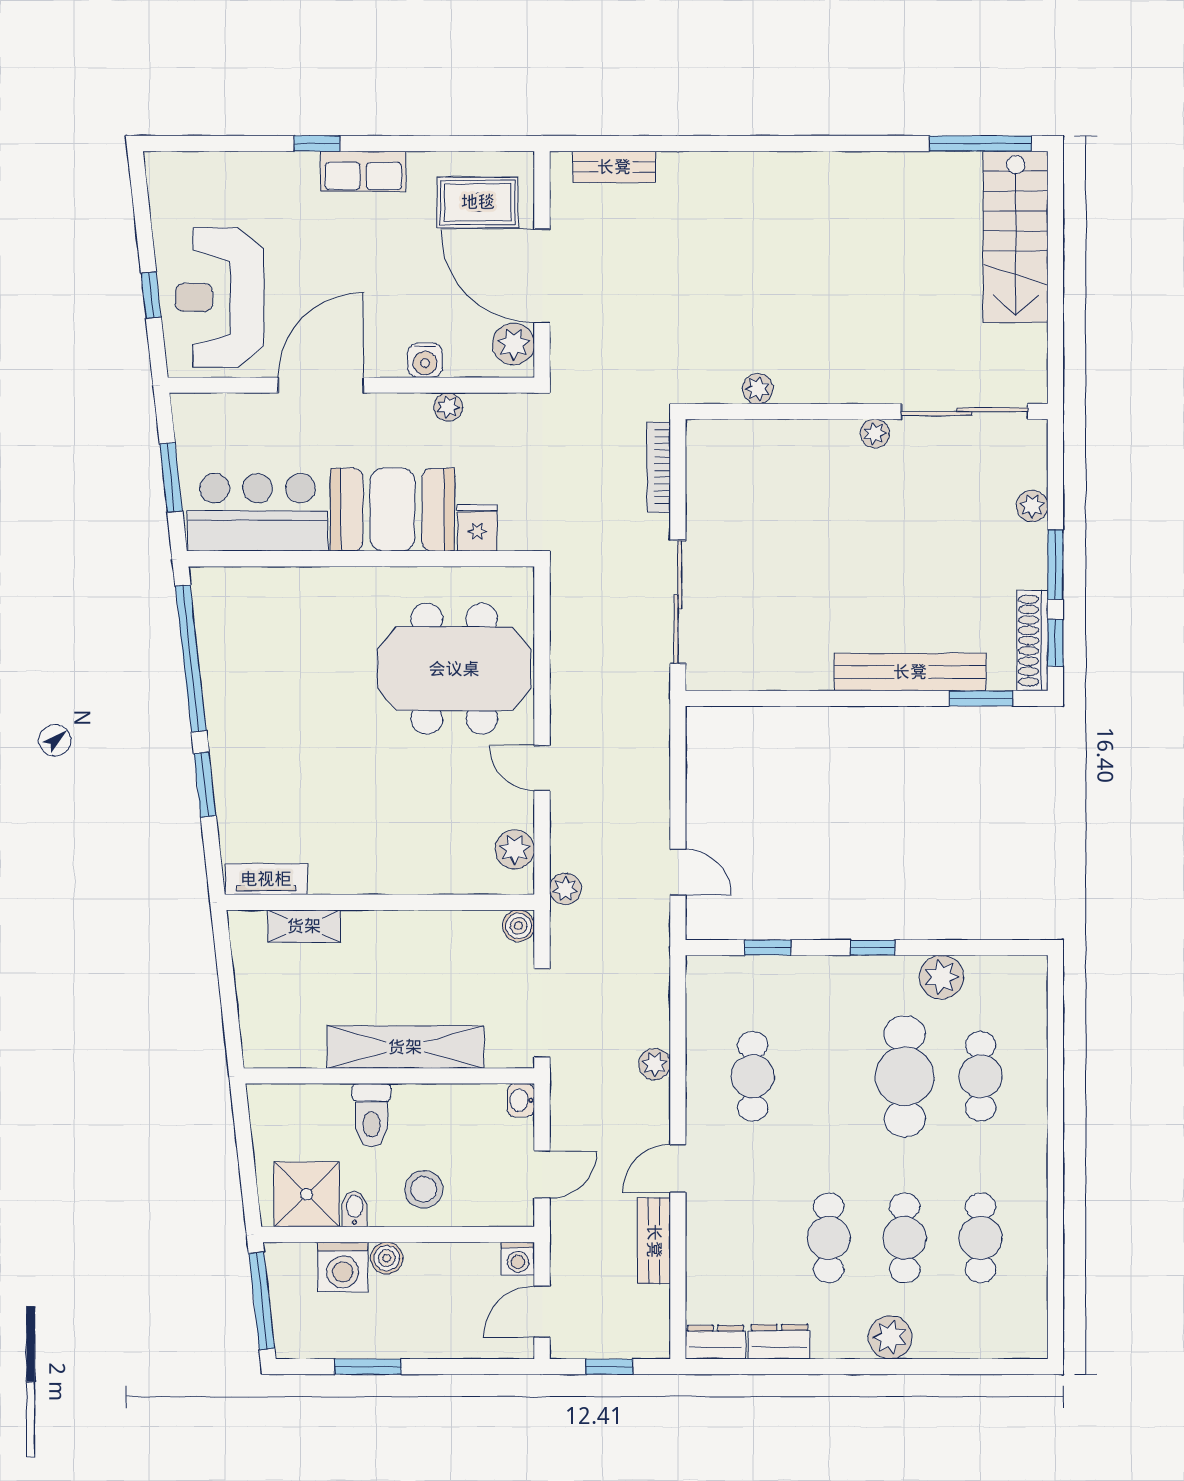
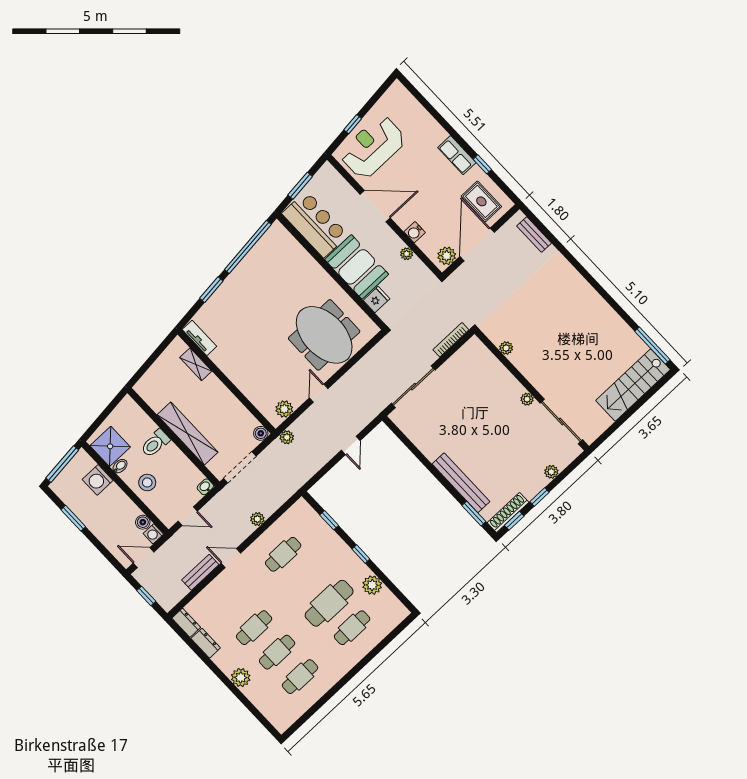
window: (317, 144) -> (482, 164), moved
window: (1055, 565) -> (540, 497), width x0.67
door: (678, 872) -> (351, 445), moved
boiler: (387, 1258) -> (143, 522), moved

